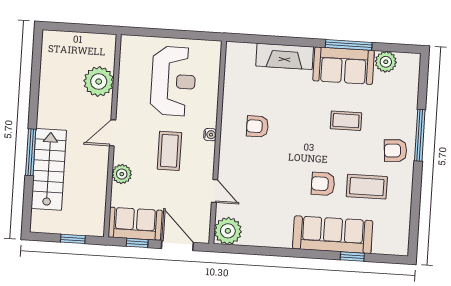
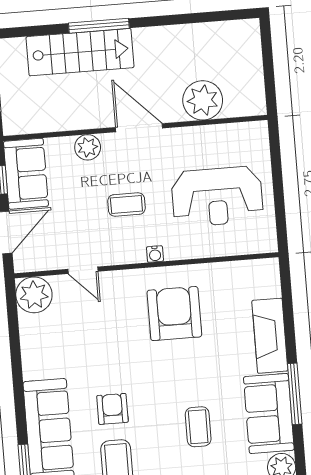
window: (349, 45) -> (295, 394), moved
armchair: (257, 126) -> (174, 314), width x1.88, depth x1.88
door: (113, 133) -> (139, 128), width x1.38
coffee table: (169, 151) -> (126, 205), width x0.73, depth x0.77
door: (215, 191) -> (83, 270), hinge flipped

